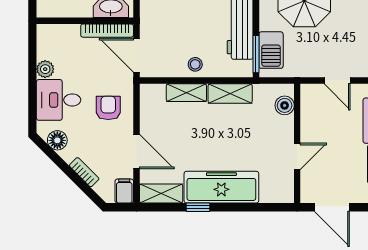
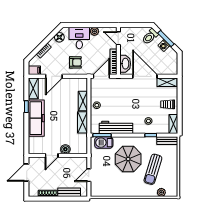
door: (59, 21) -> (118, 38), added
boiler: (285, 105) -> (65, 149), moved
door: (297, 156) -> (52, 155), hinge flipped

